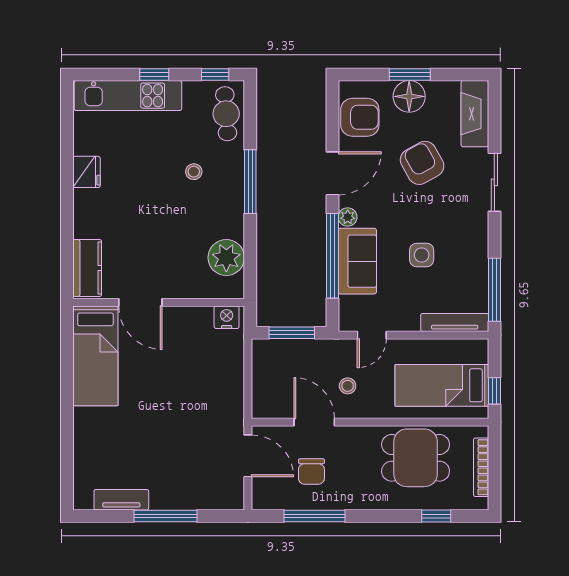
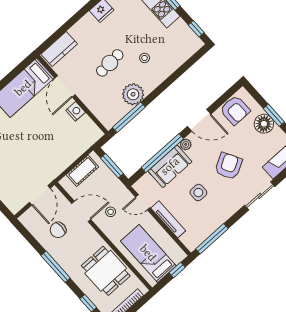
cafe table: (226, 114) -> (110, 63), moved
armchair: (422, 163) -> (229, 166), moved
window: (250, 182) -> (129, 117), moved
plant: (226, 258) -> (133, 94), moved
nightstand: (227, 317) -> (76, 111), moved
tv unit: (455, 323) -> (168, 219), moved
cot: (265, 375) -> (82, 171), added
window: (494, 391) -> (177, 270), moved
door: (314, 422) -> (81, 211), hinge flipped
window: (315, 516) -> (56, 267), moved

